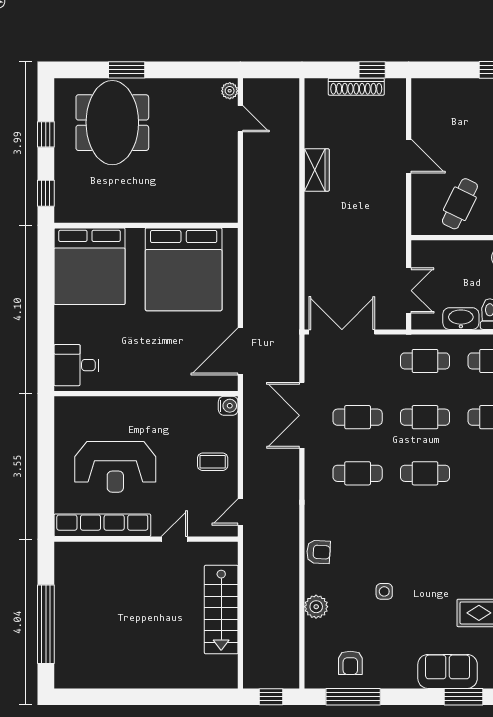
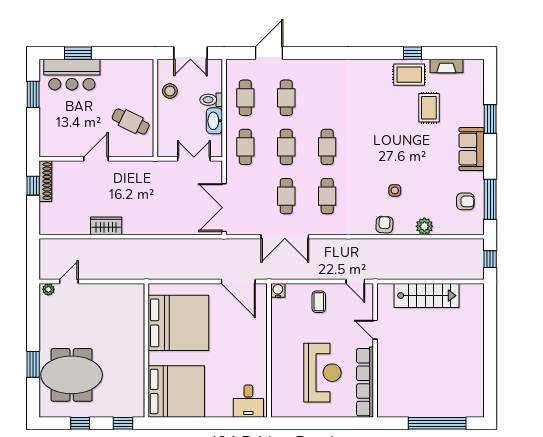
shoe rack: (356, 87) -> (45, 181), moved
side table: (384, 591) -> (395, 190), moved
sofa: (448, 671) -> (472, 149), moved

